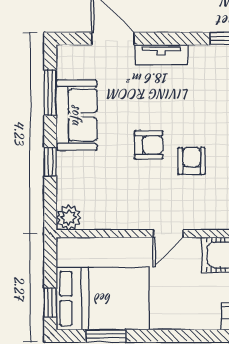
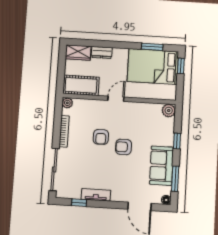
floor lamp: (65, 53) -> (166, 200), added
tv unit: (161, 55) -> (96, 195), moved
dresser: (200, 319) -> (102, 52), added

